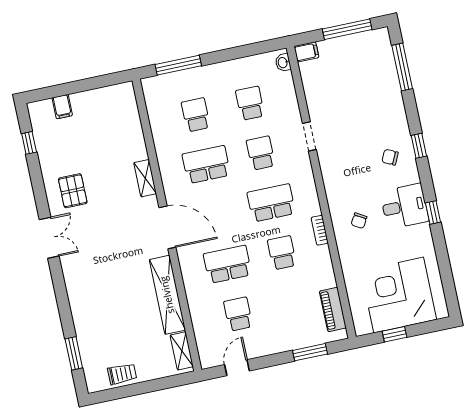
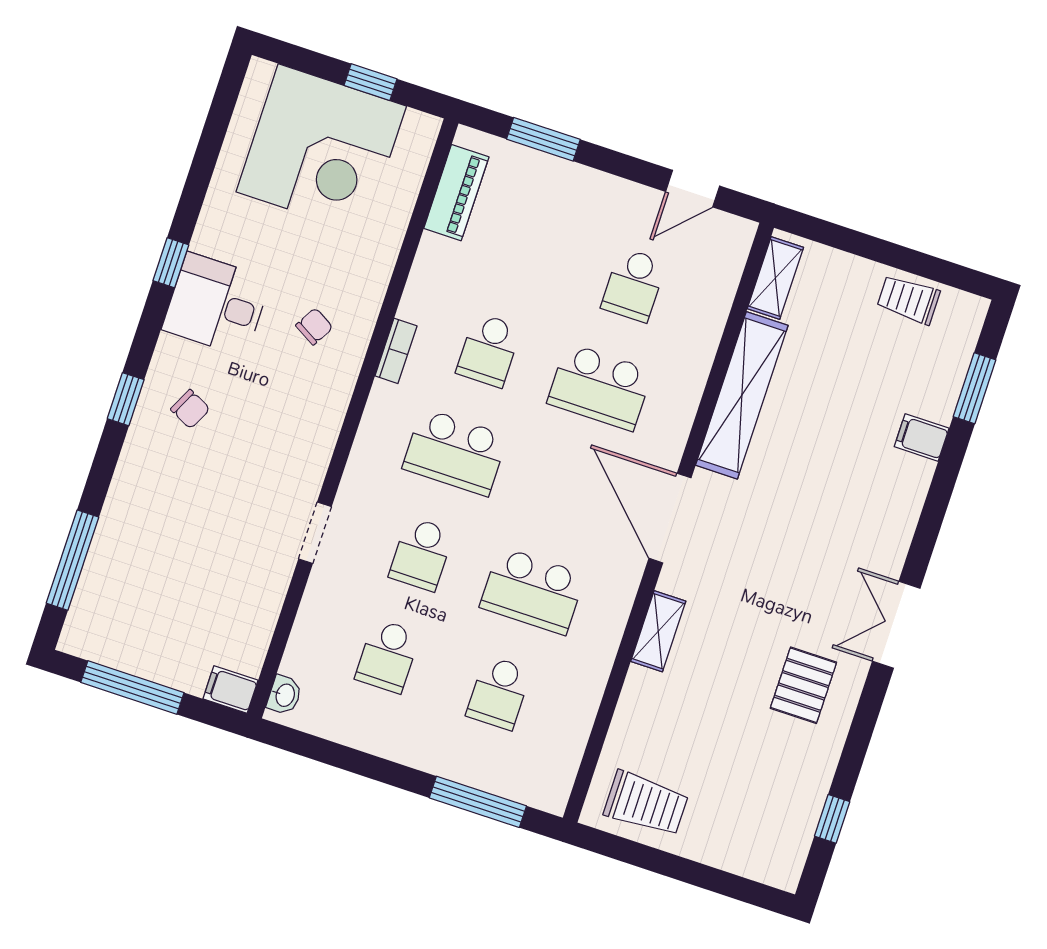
trolley: (109, 105) -> (646, 804), added
filing cabinet: (62, 107) -> (922, 437), moved, turned -90

